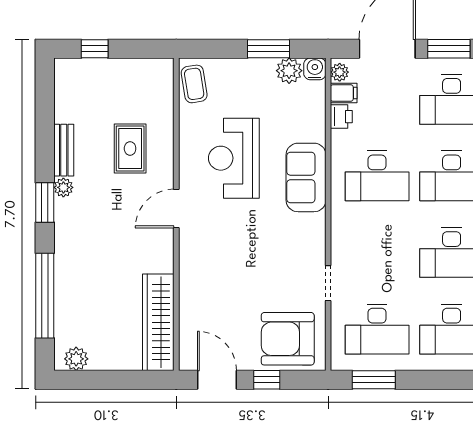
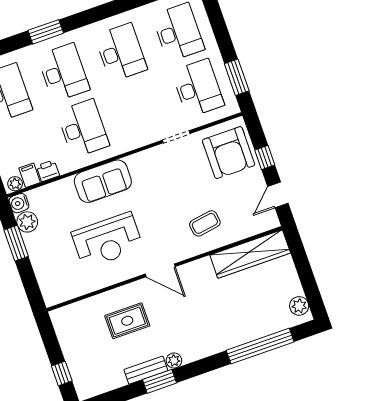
coffee table: (194, 84) -> (205, 223), moved
window: (45, 202) -> (159, 381), moved
door: (217, 380) -> (278, 195), width x0.73

